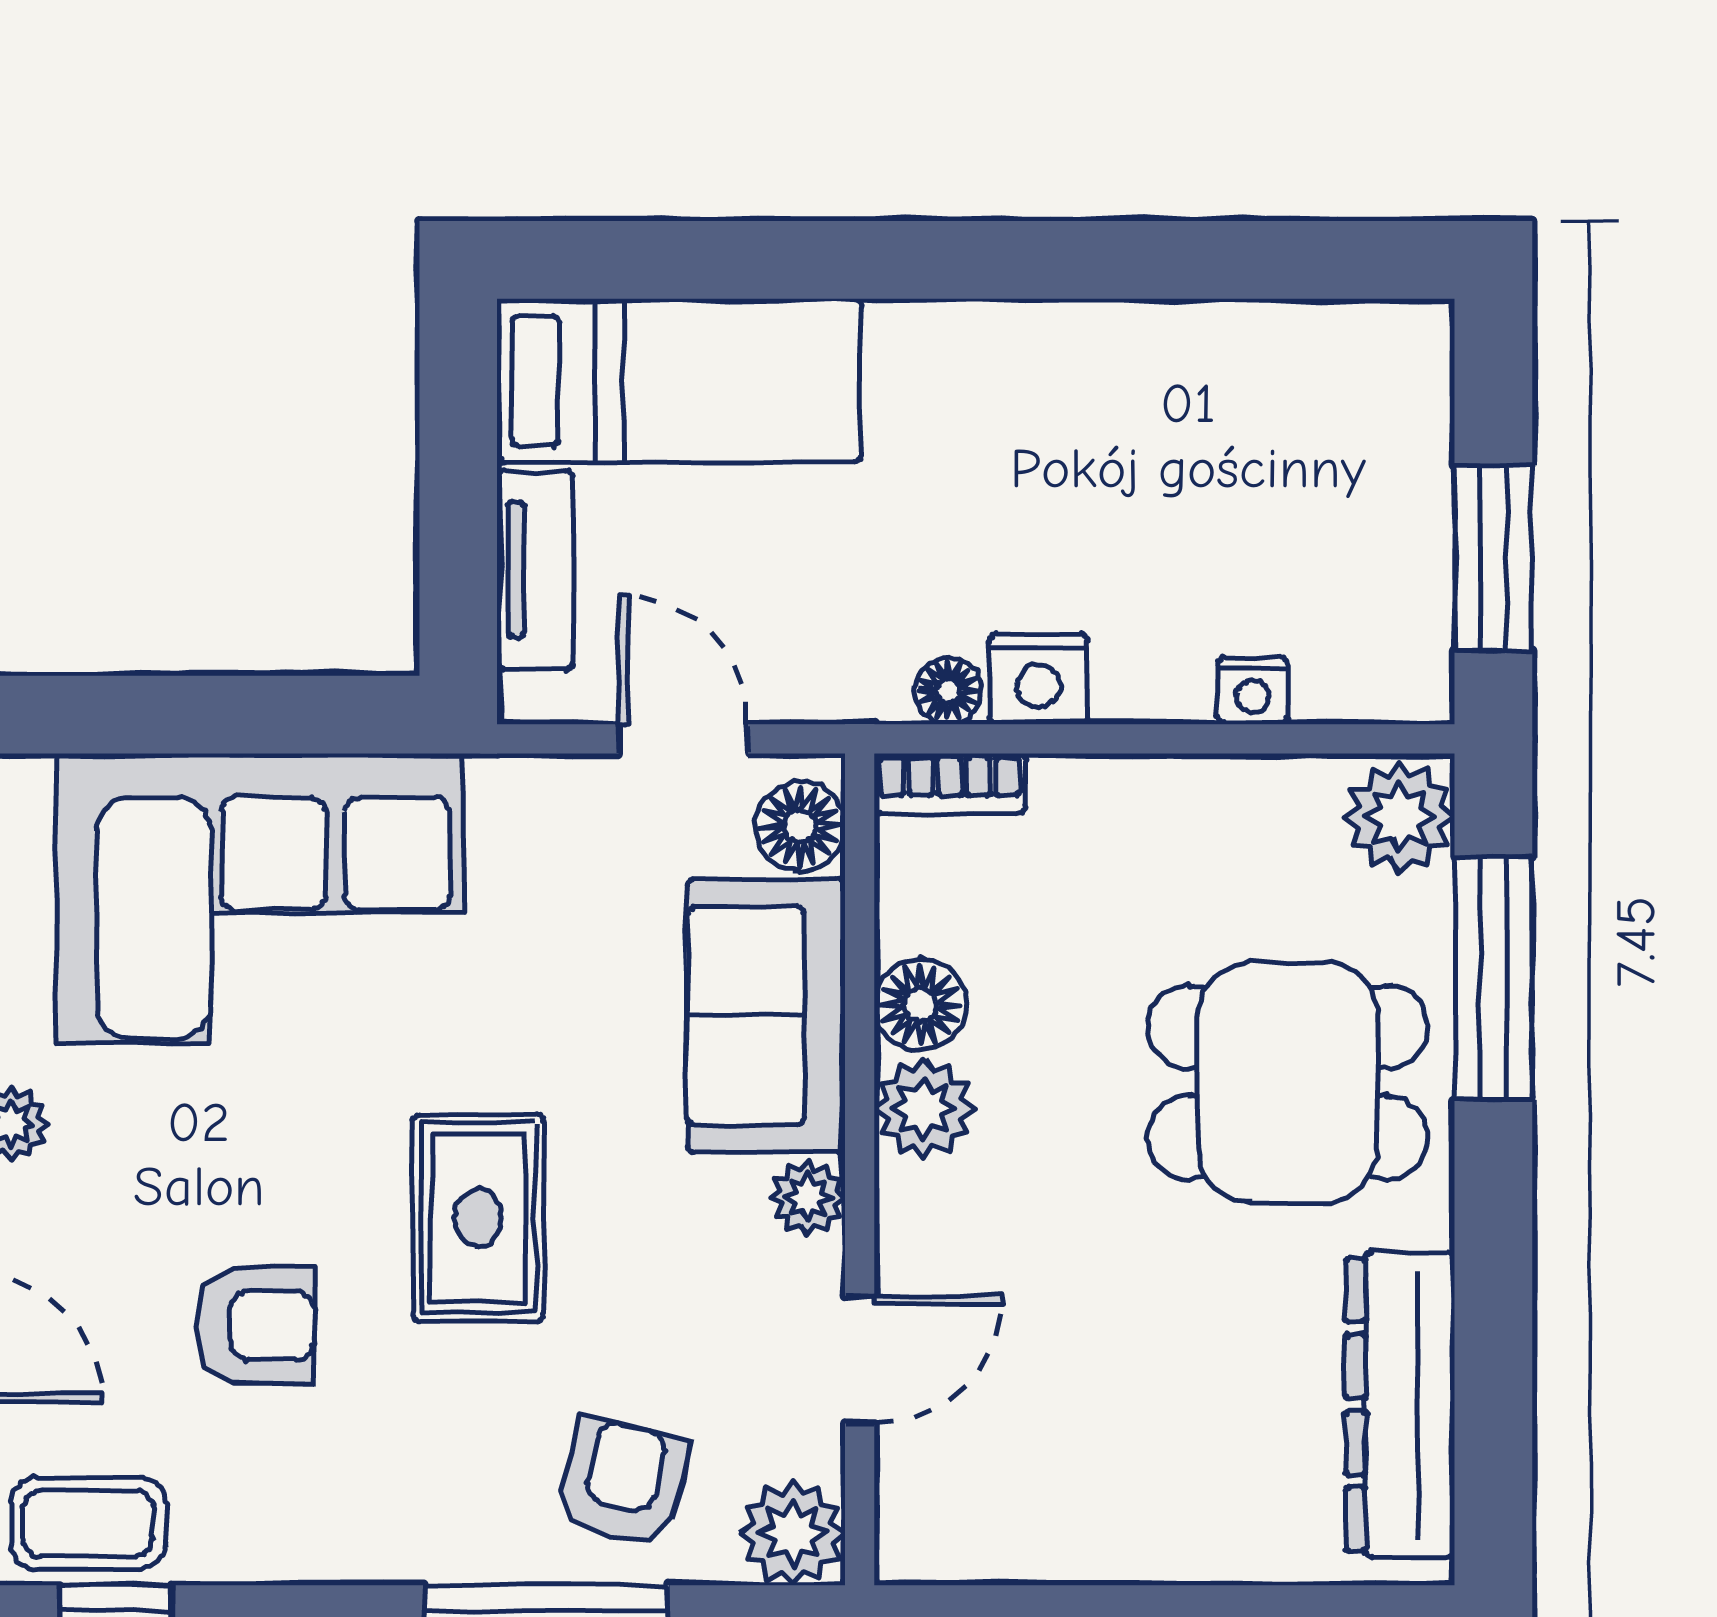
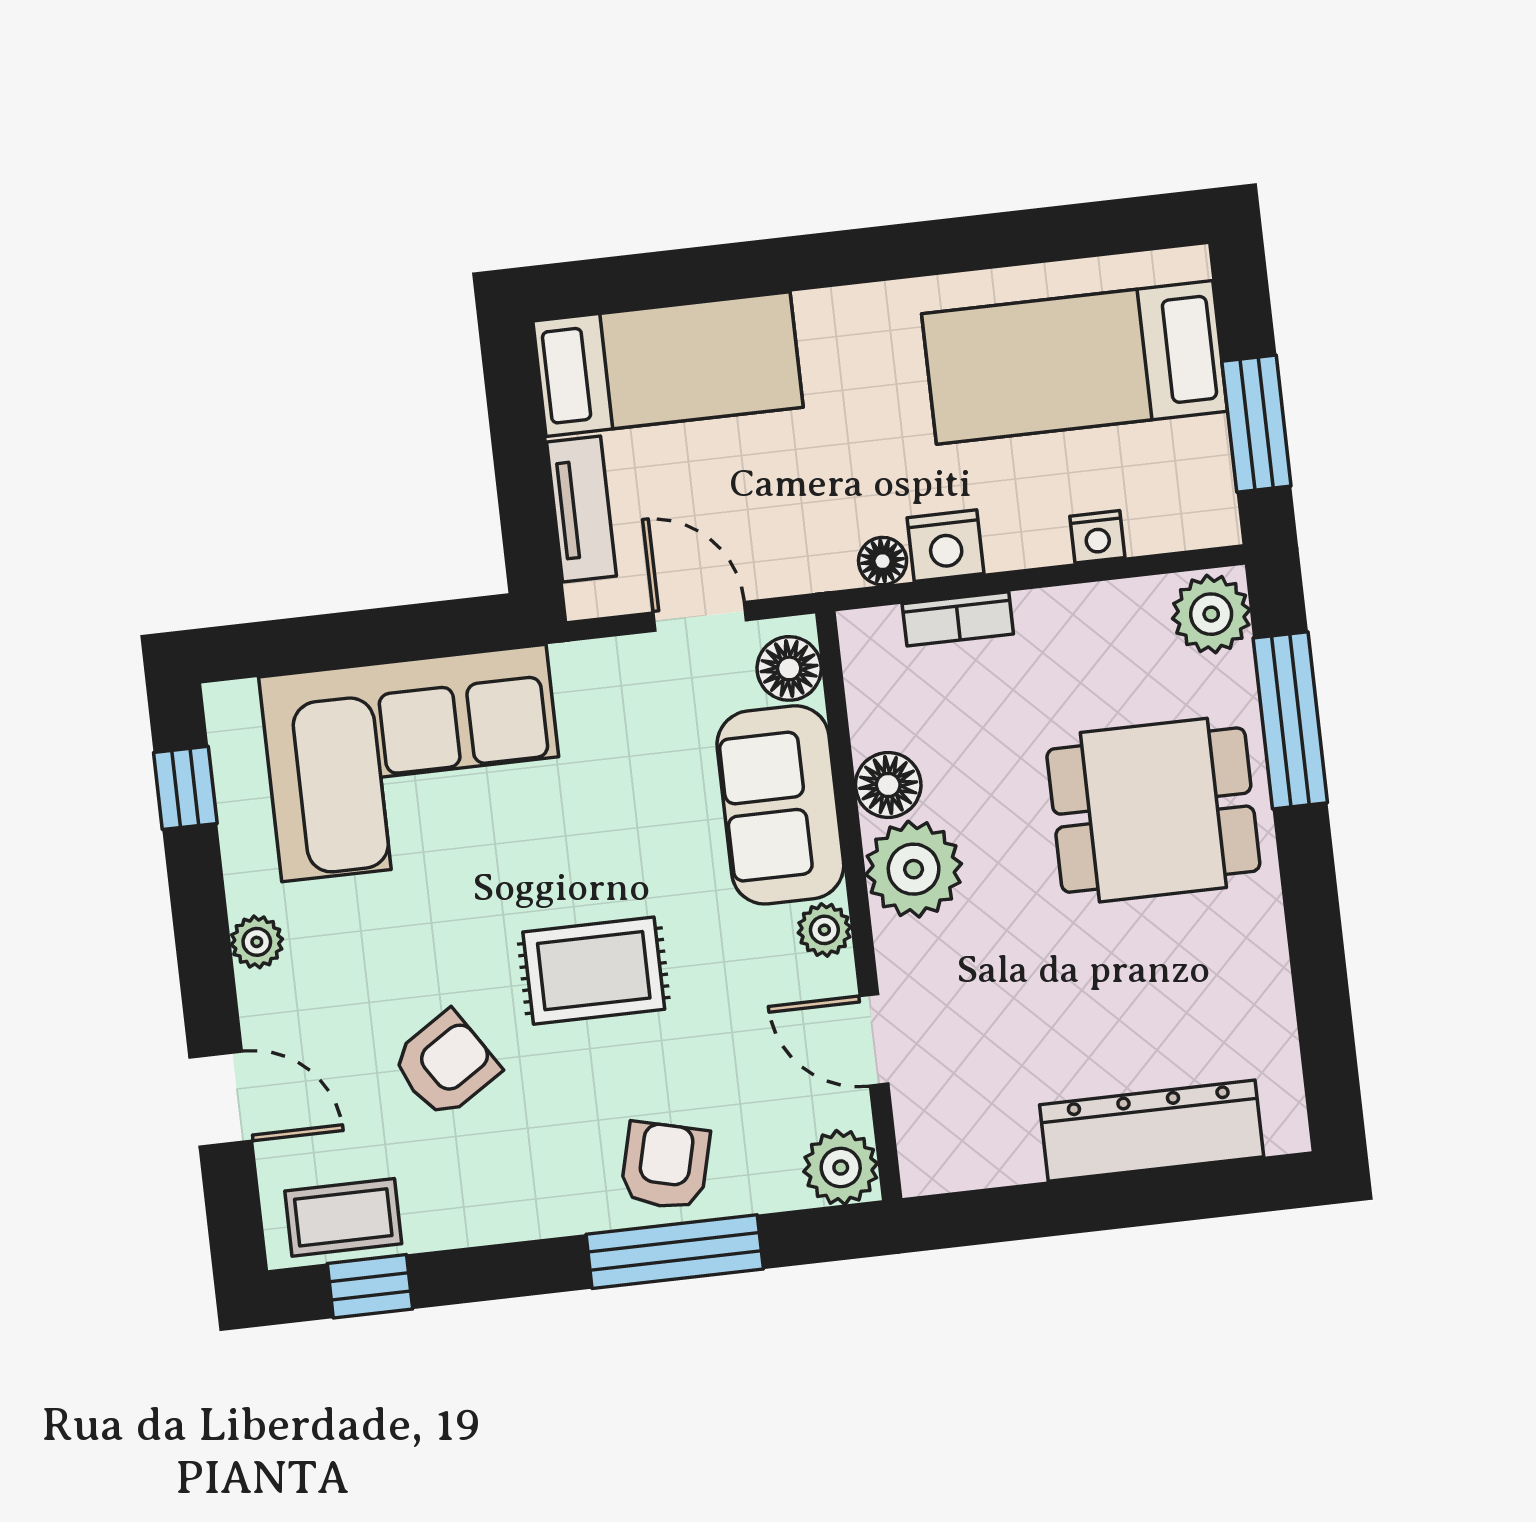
bed: (1248, 443) -> (1075, 362), added
bookcase: (950, 783) -> (958, 619), moved
plant: (924, 1109) -> (914, 869), width x1.36, depth x1.36
rug: (478, 1218) -> (594, 971), turned 90
armchair: (256, 1325) -> (446, 1064), turned -33
door: (860, 1360) -> (874, 1040), swing flipped
dresser: (1400, 1405) -> (1152, 1131), moved, turned 90
armchair: (622, 1482) -> (665, 1166), moved

